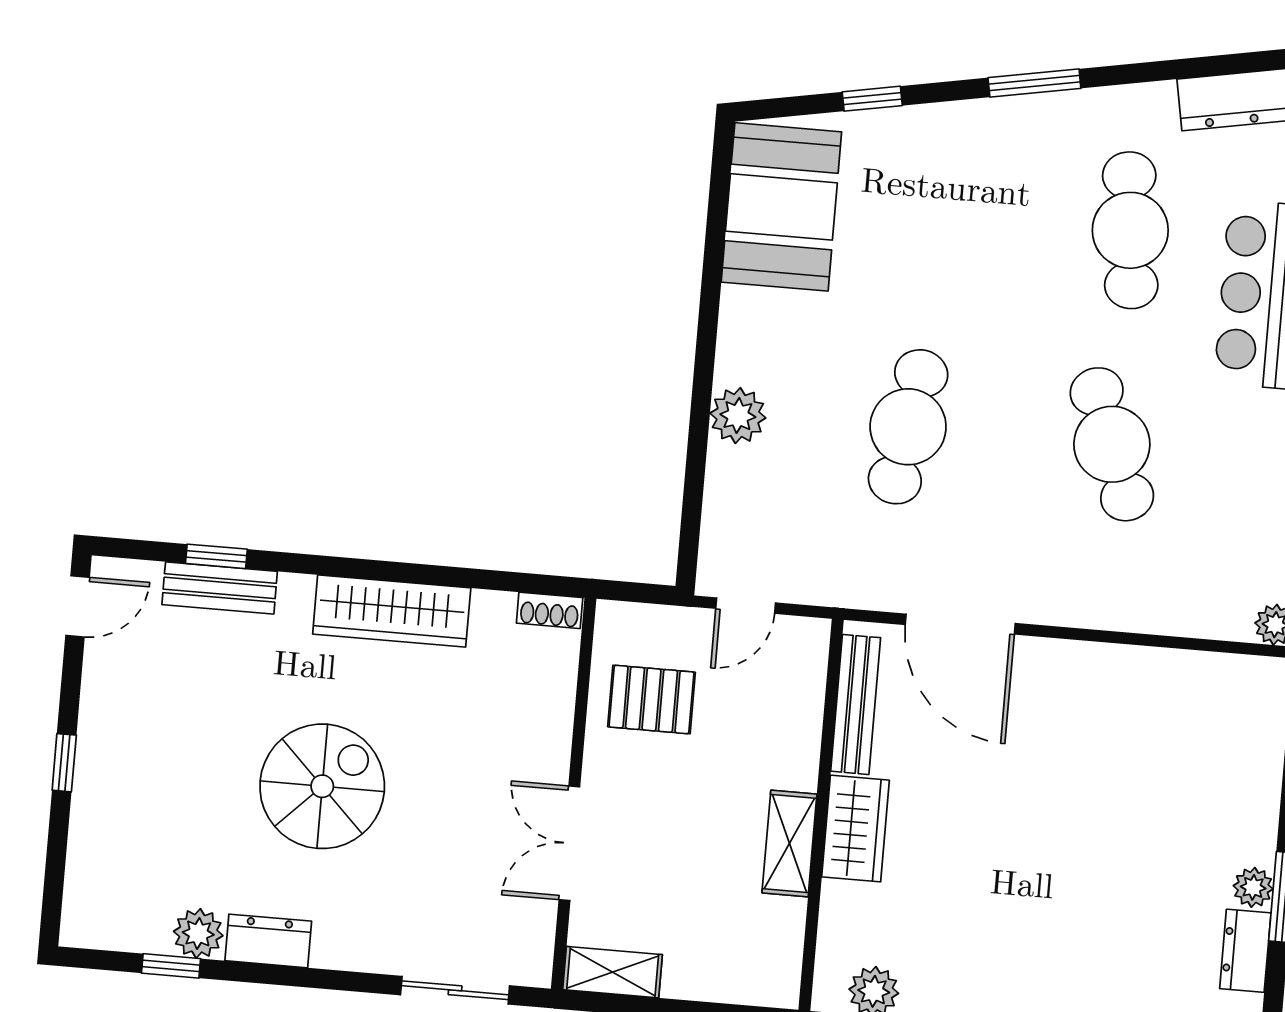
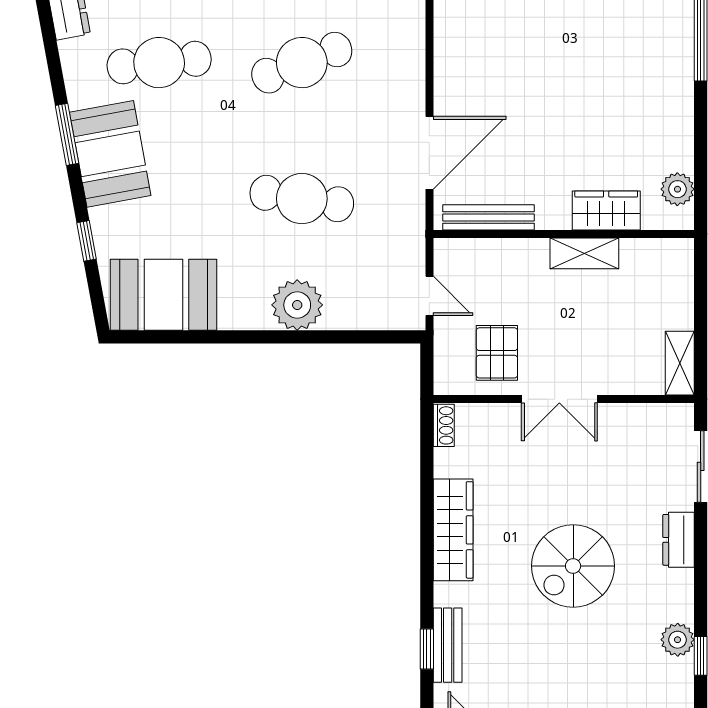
booth: (1000, 145) -> (110, 154), added
plant: (738, 416) -> (297, 305), width x1.36, depth x1.36
spiral stairs: (322, 786) -> (573, 566), turned -90
wardrobe: (855, 829) -> (606, 211), moved
double door: (569, 843) -> (559, 399), moved
dresser: (268, 941) -> (679, 540), moved

